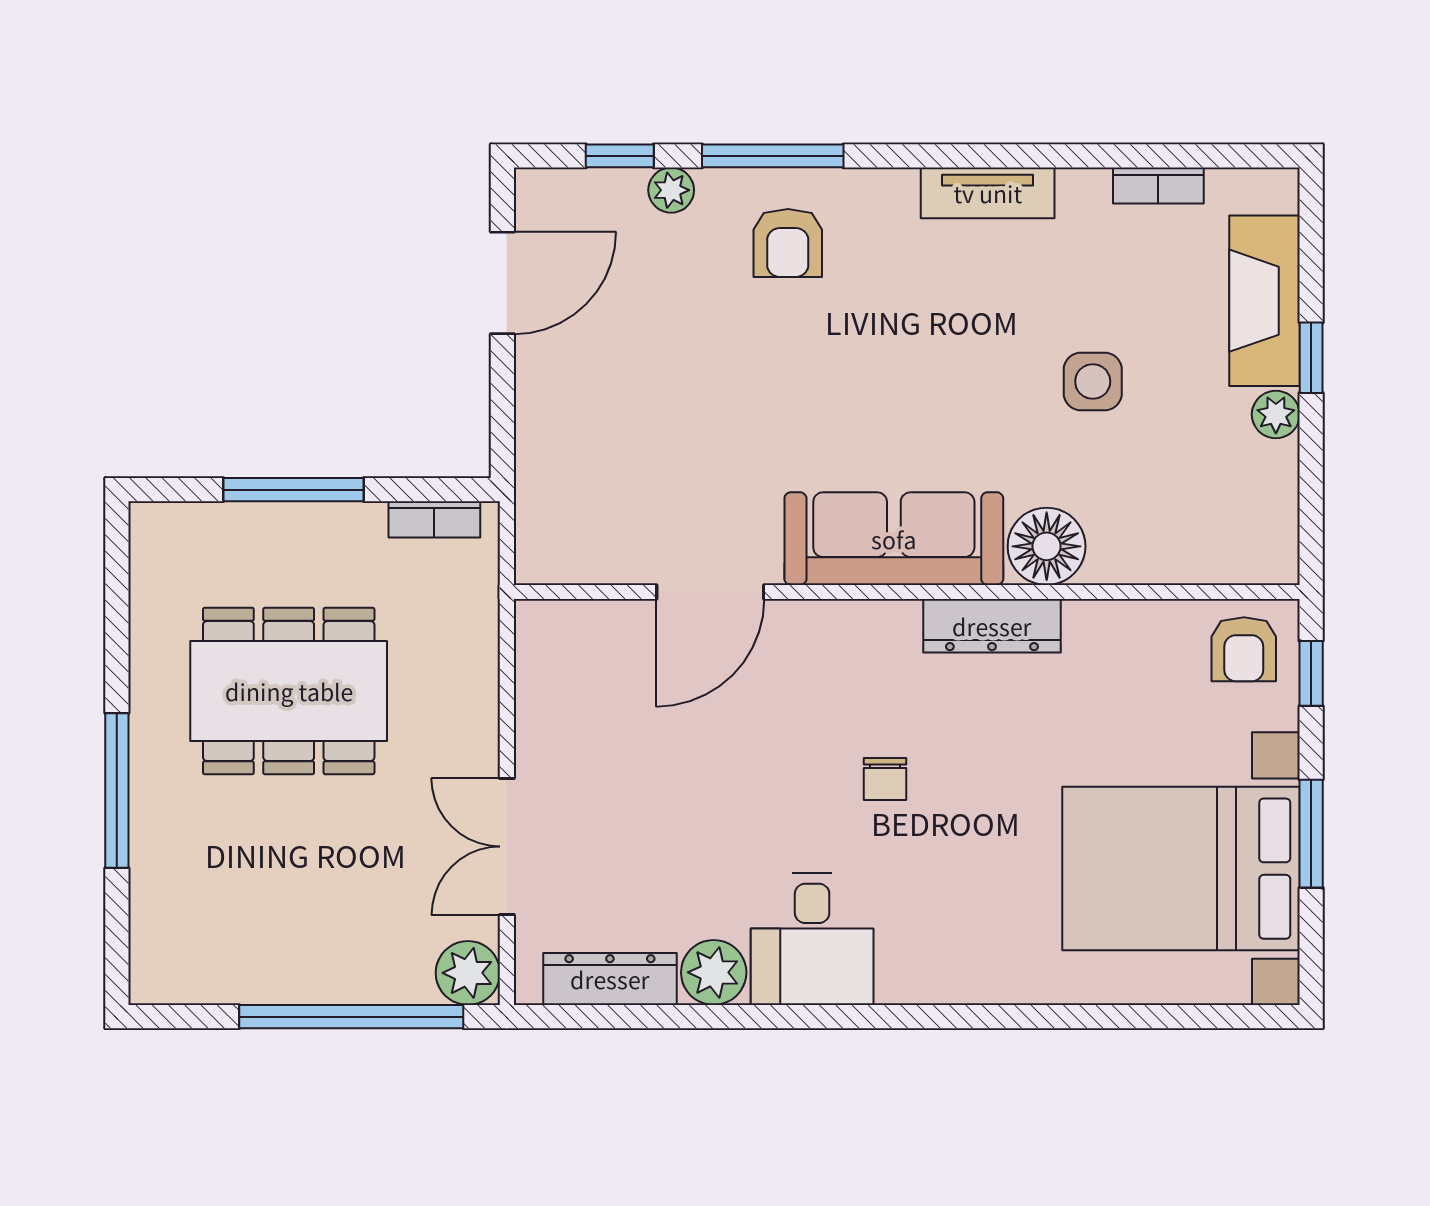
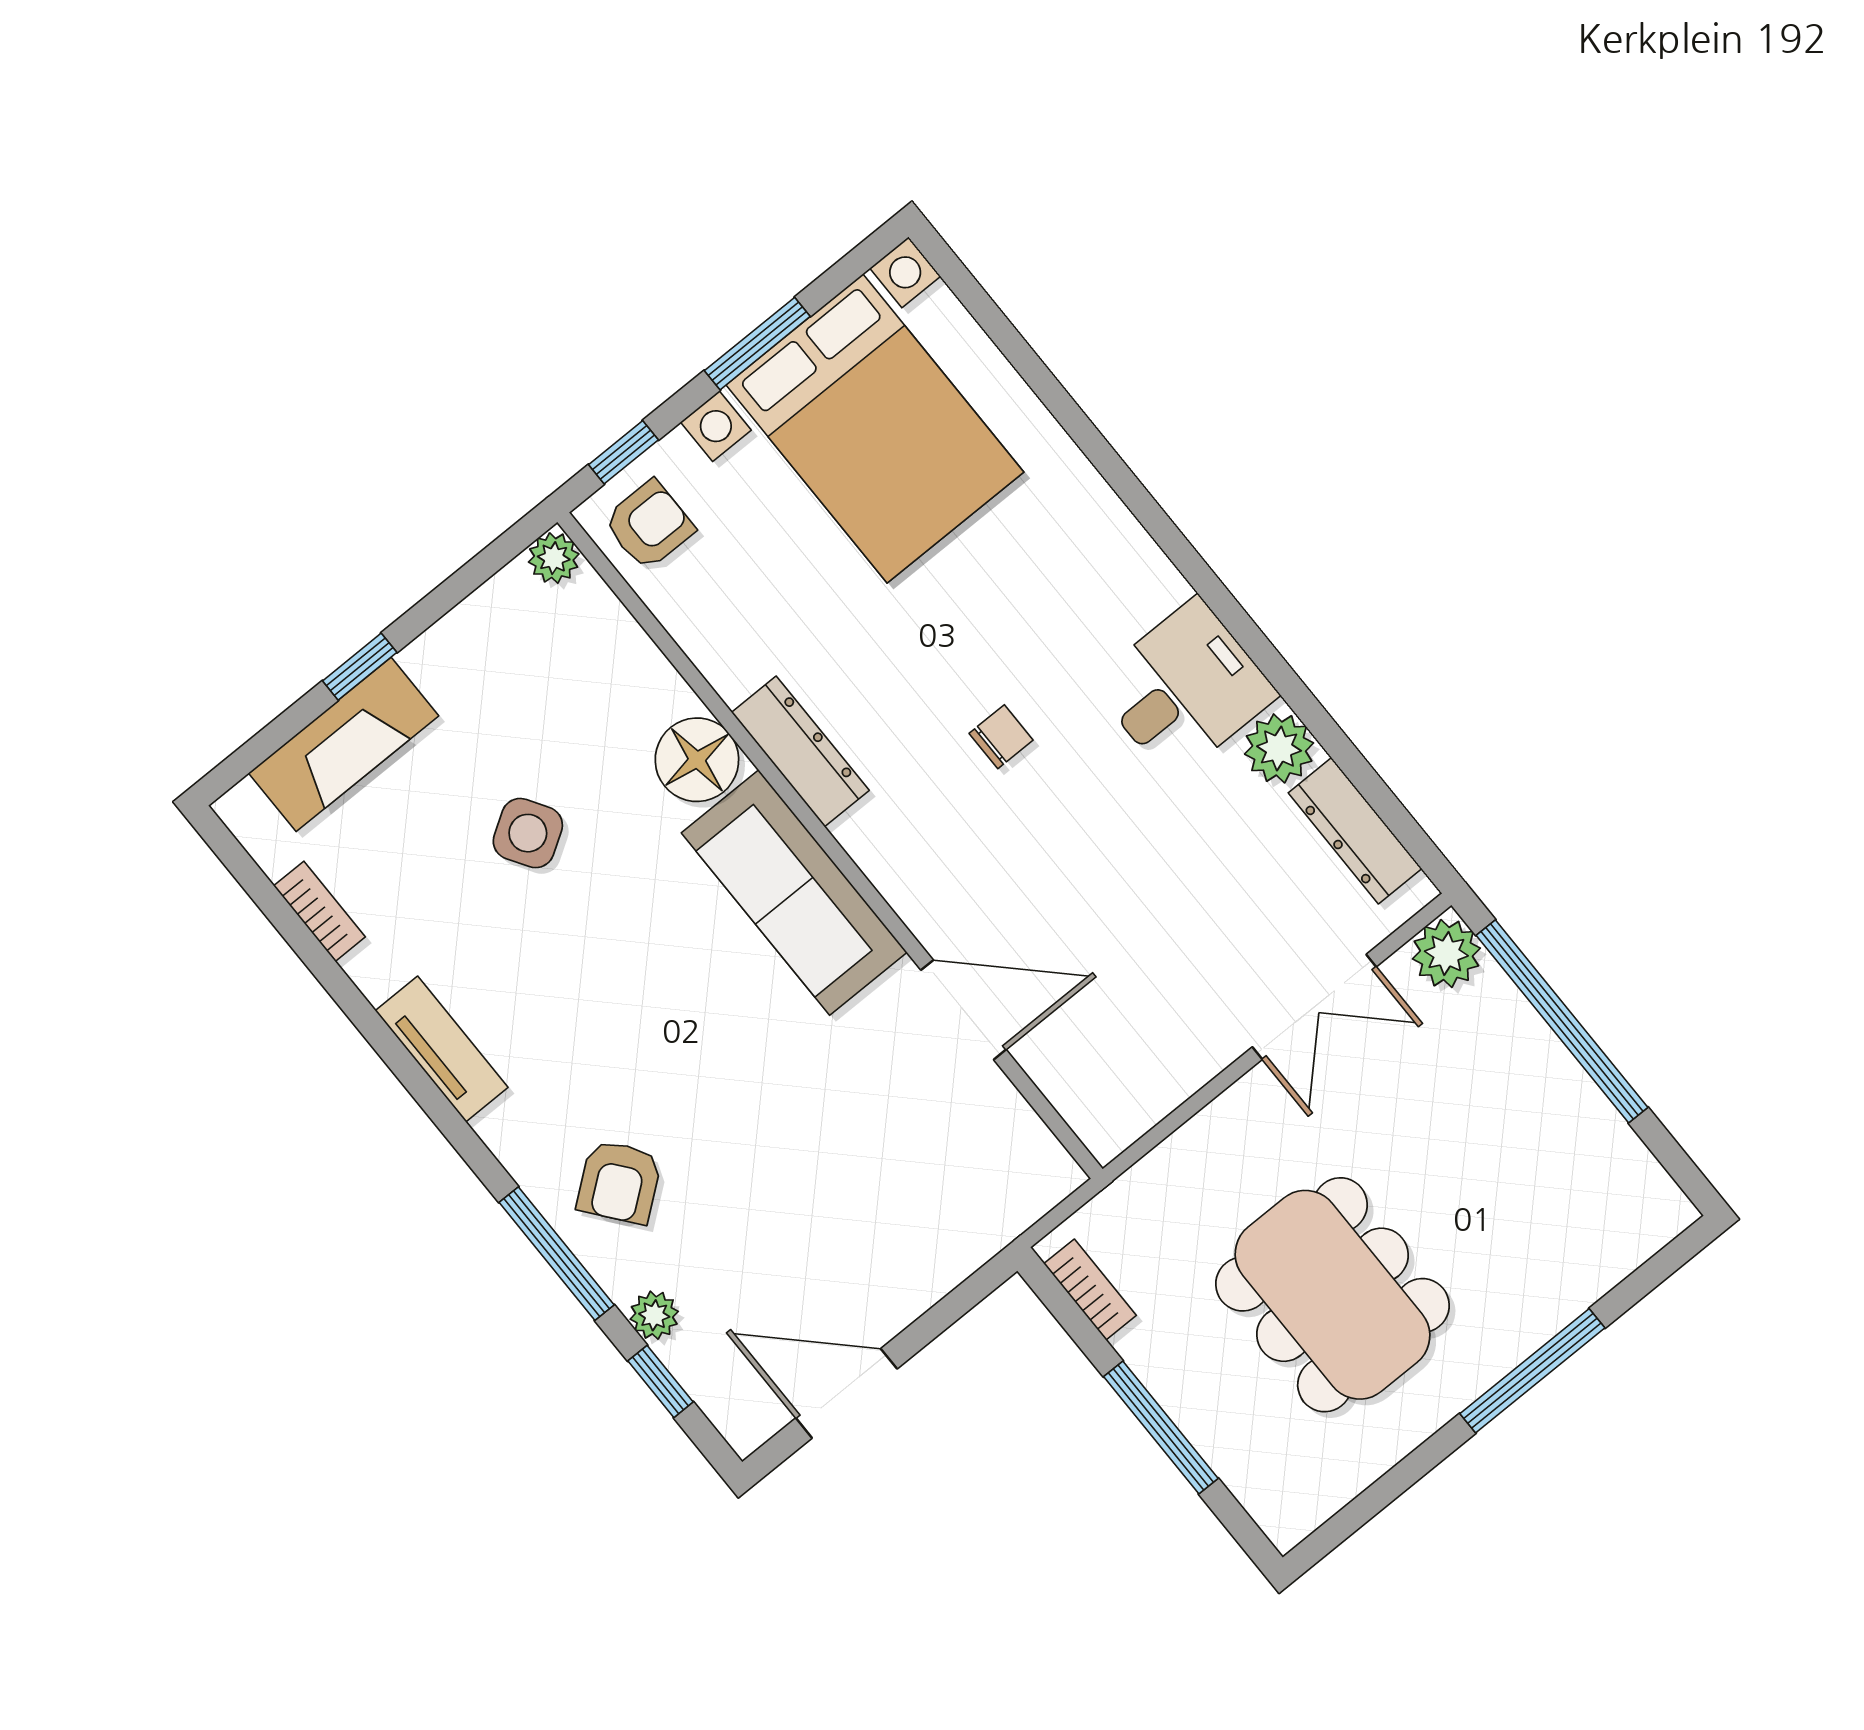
armchair: (788, 243) -> (619, 1182), turned 142
side table: (1093, 382) -> (528, 833), turned -32
plant: (1276, 414) -> (554, 558), moved

